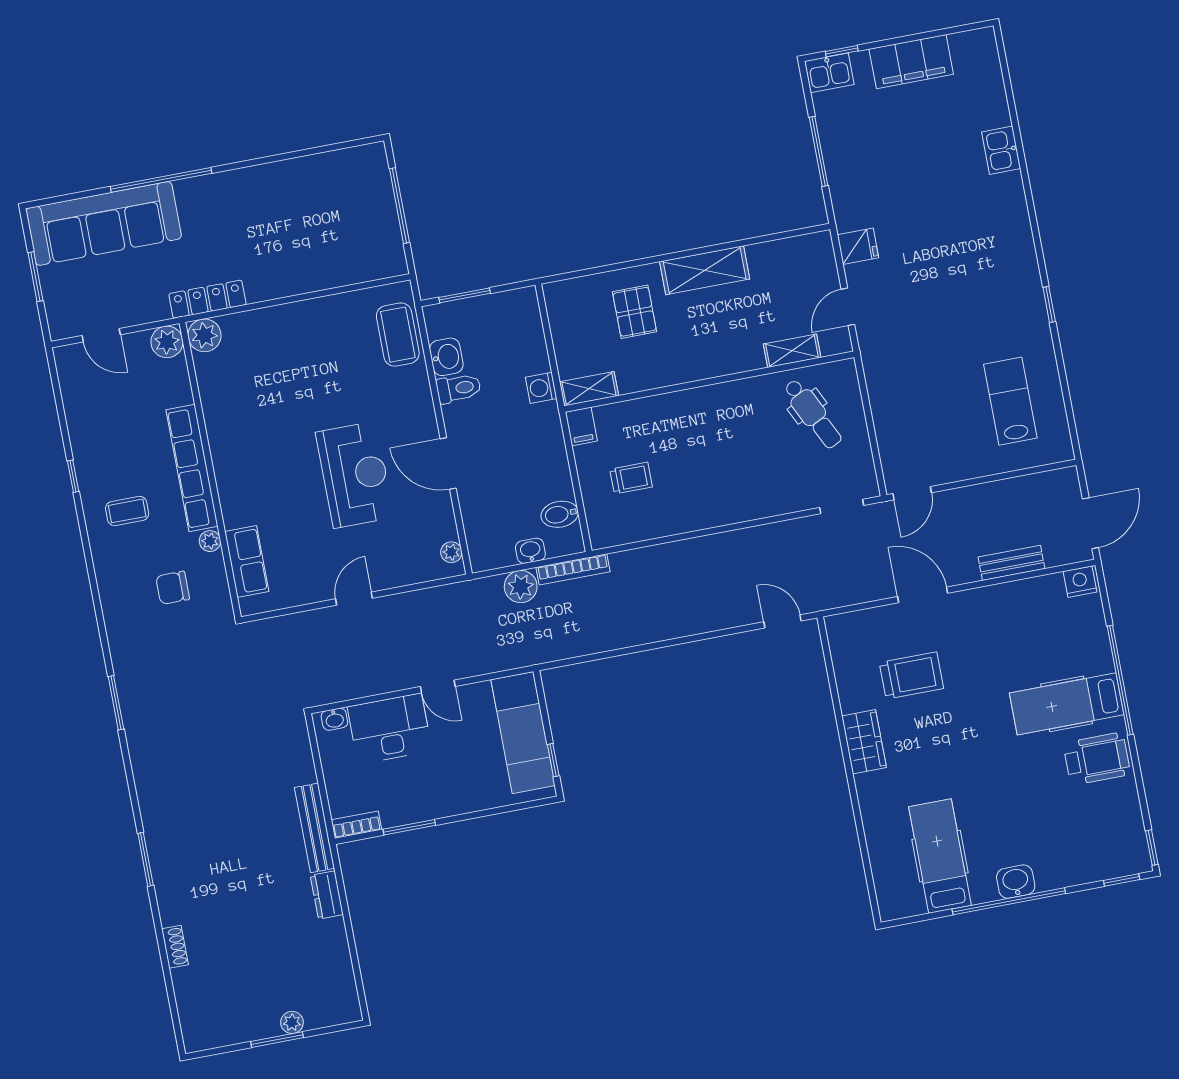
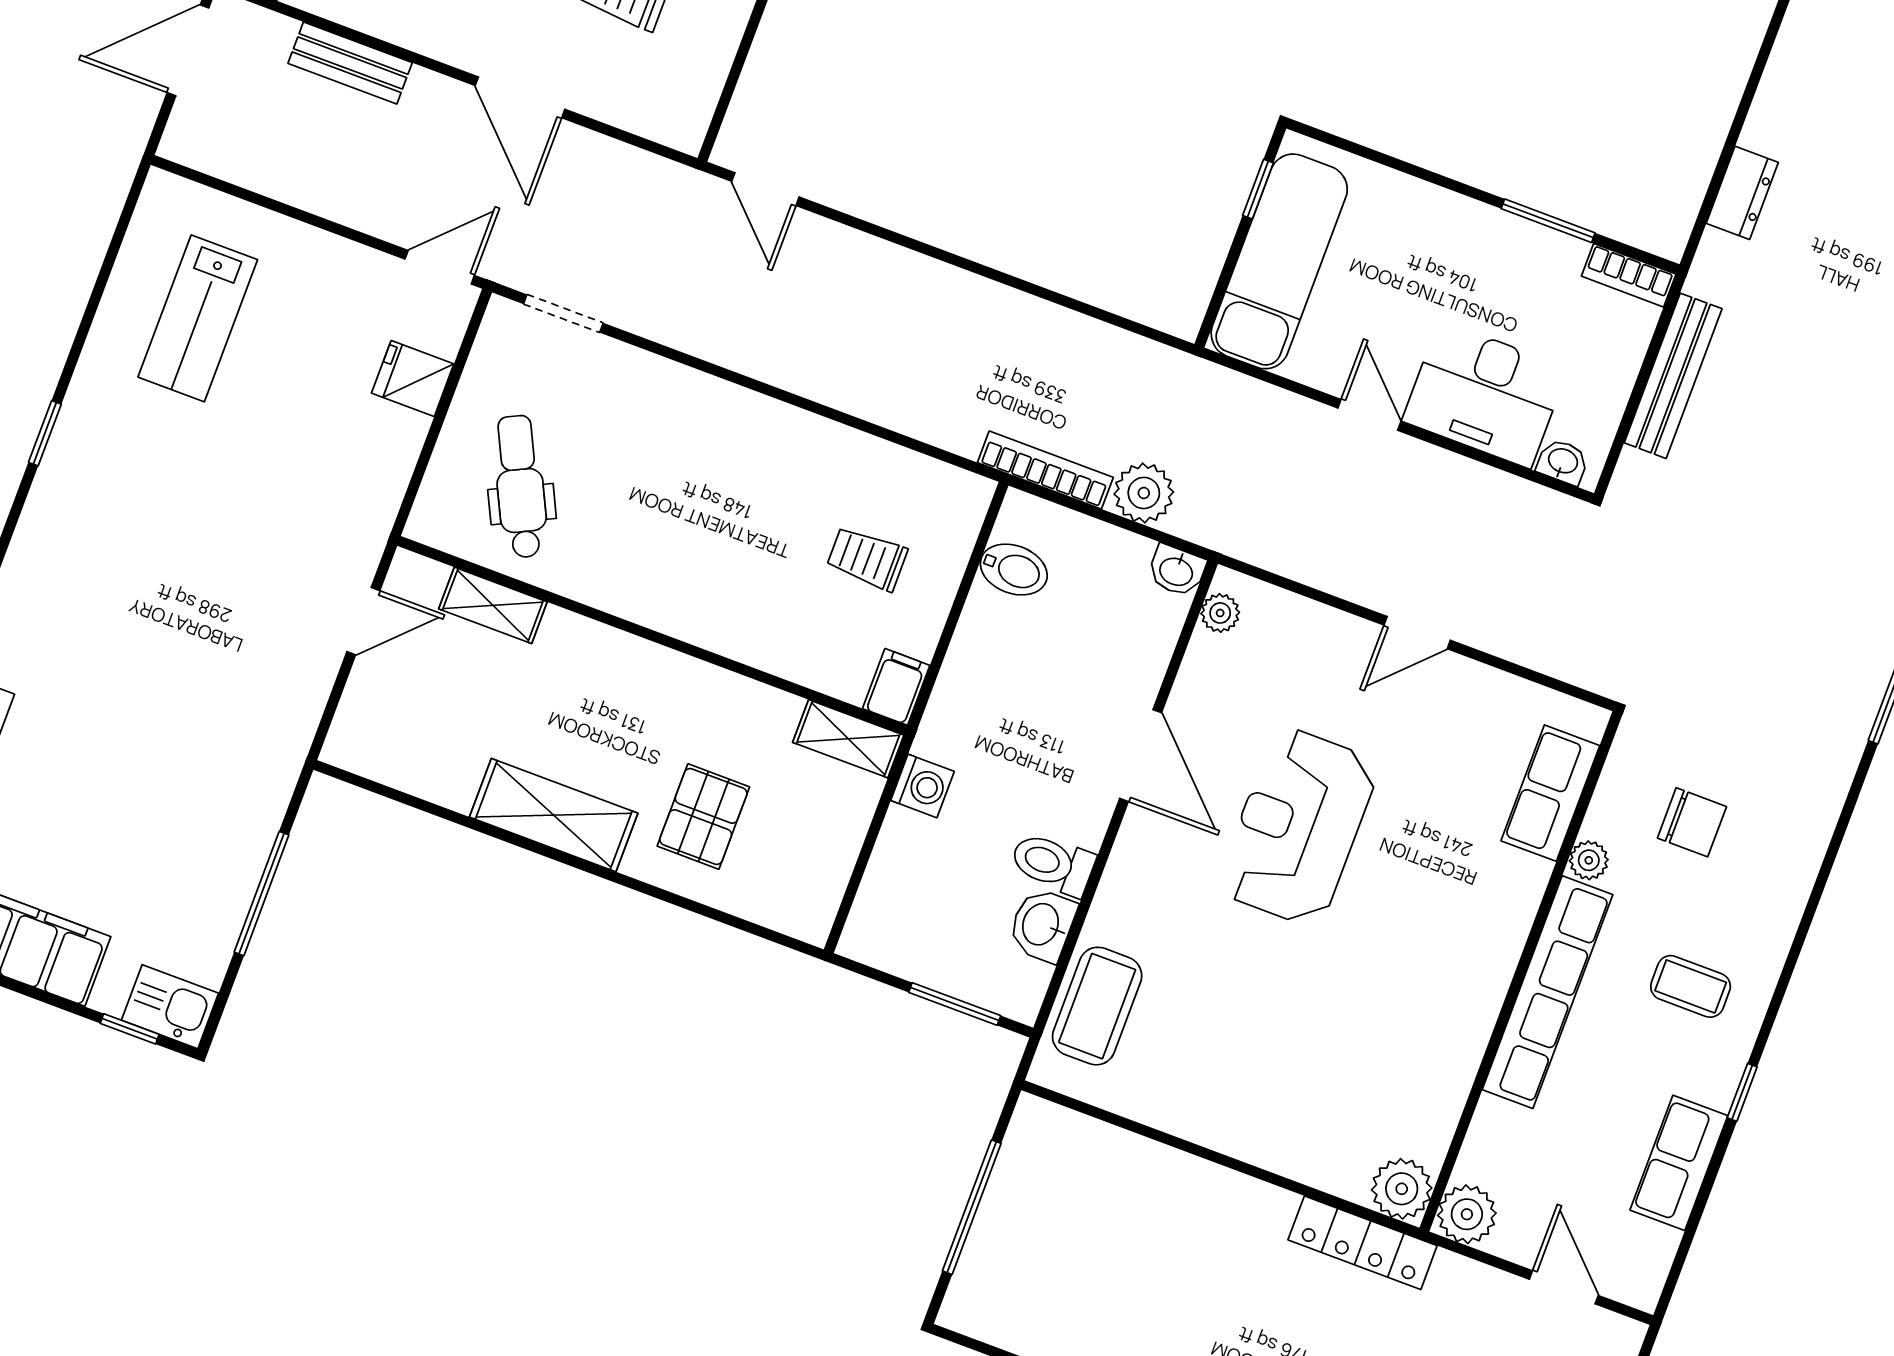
fridge: (858, 246) -> (413, 379), moved
row of seats: (83, 426) -> (1679, 1163), added
washbasin: (530, 551) -> (1177, 571), moved
bench: (314, 828) -> (1673, 376), moved

